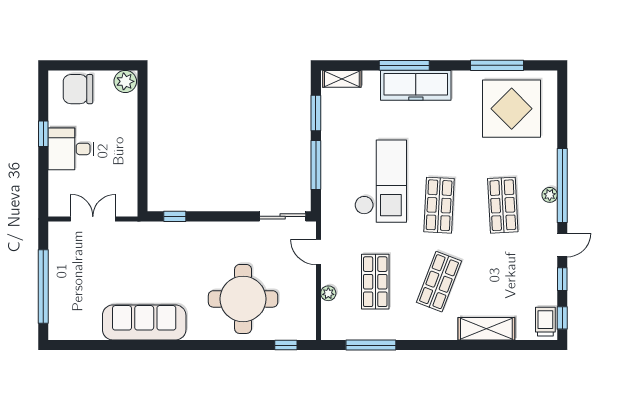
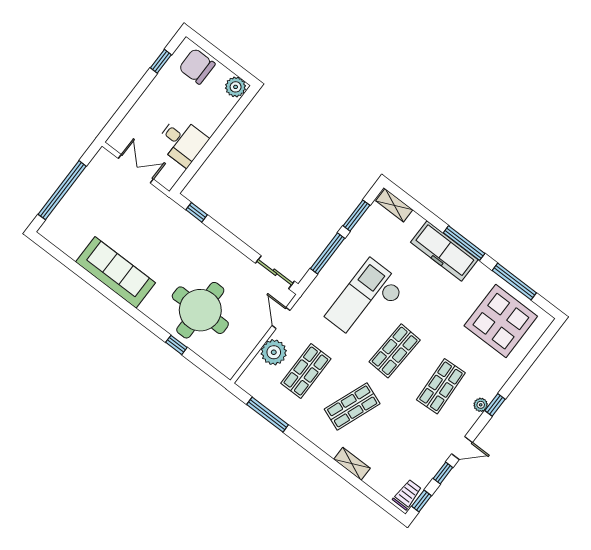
window: (404, 65) -> (464, 243), moved
window: (43, 134) -> (161, 61), moved
desk: (71, 149) -> (182, 141), moved, turned 180
checkout: (381, 181) -> (366, 301), turned 180
window: (562, 185) -> (495, 405), width x0.32
plant: (328, 293) -> (274, 352), width x1.87, depth x1.87
shelving: (486, 329) -> (352, 464), width x0.67, depth x0.75
window: (286, 345) -> (176, 345), moved

